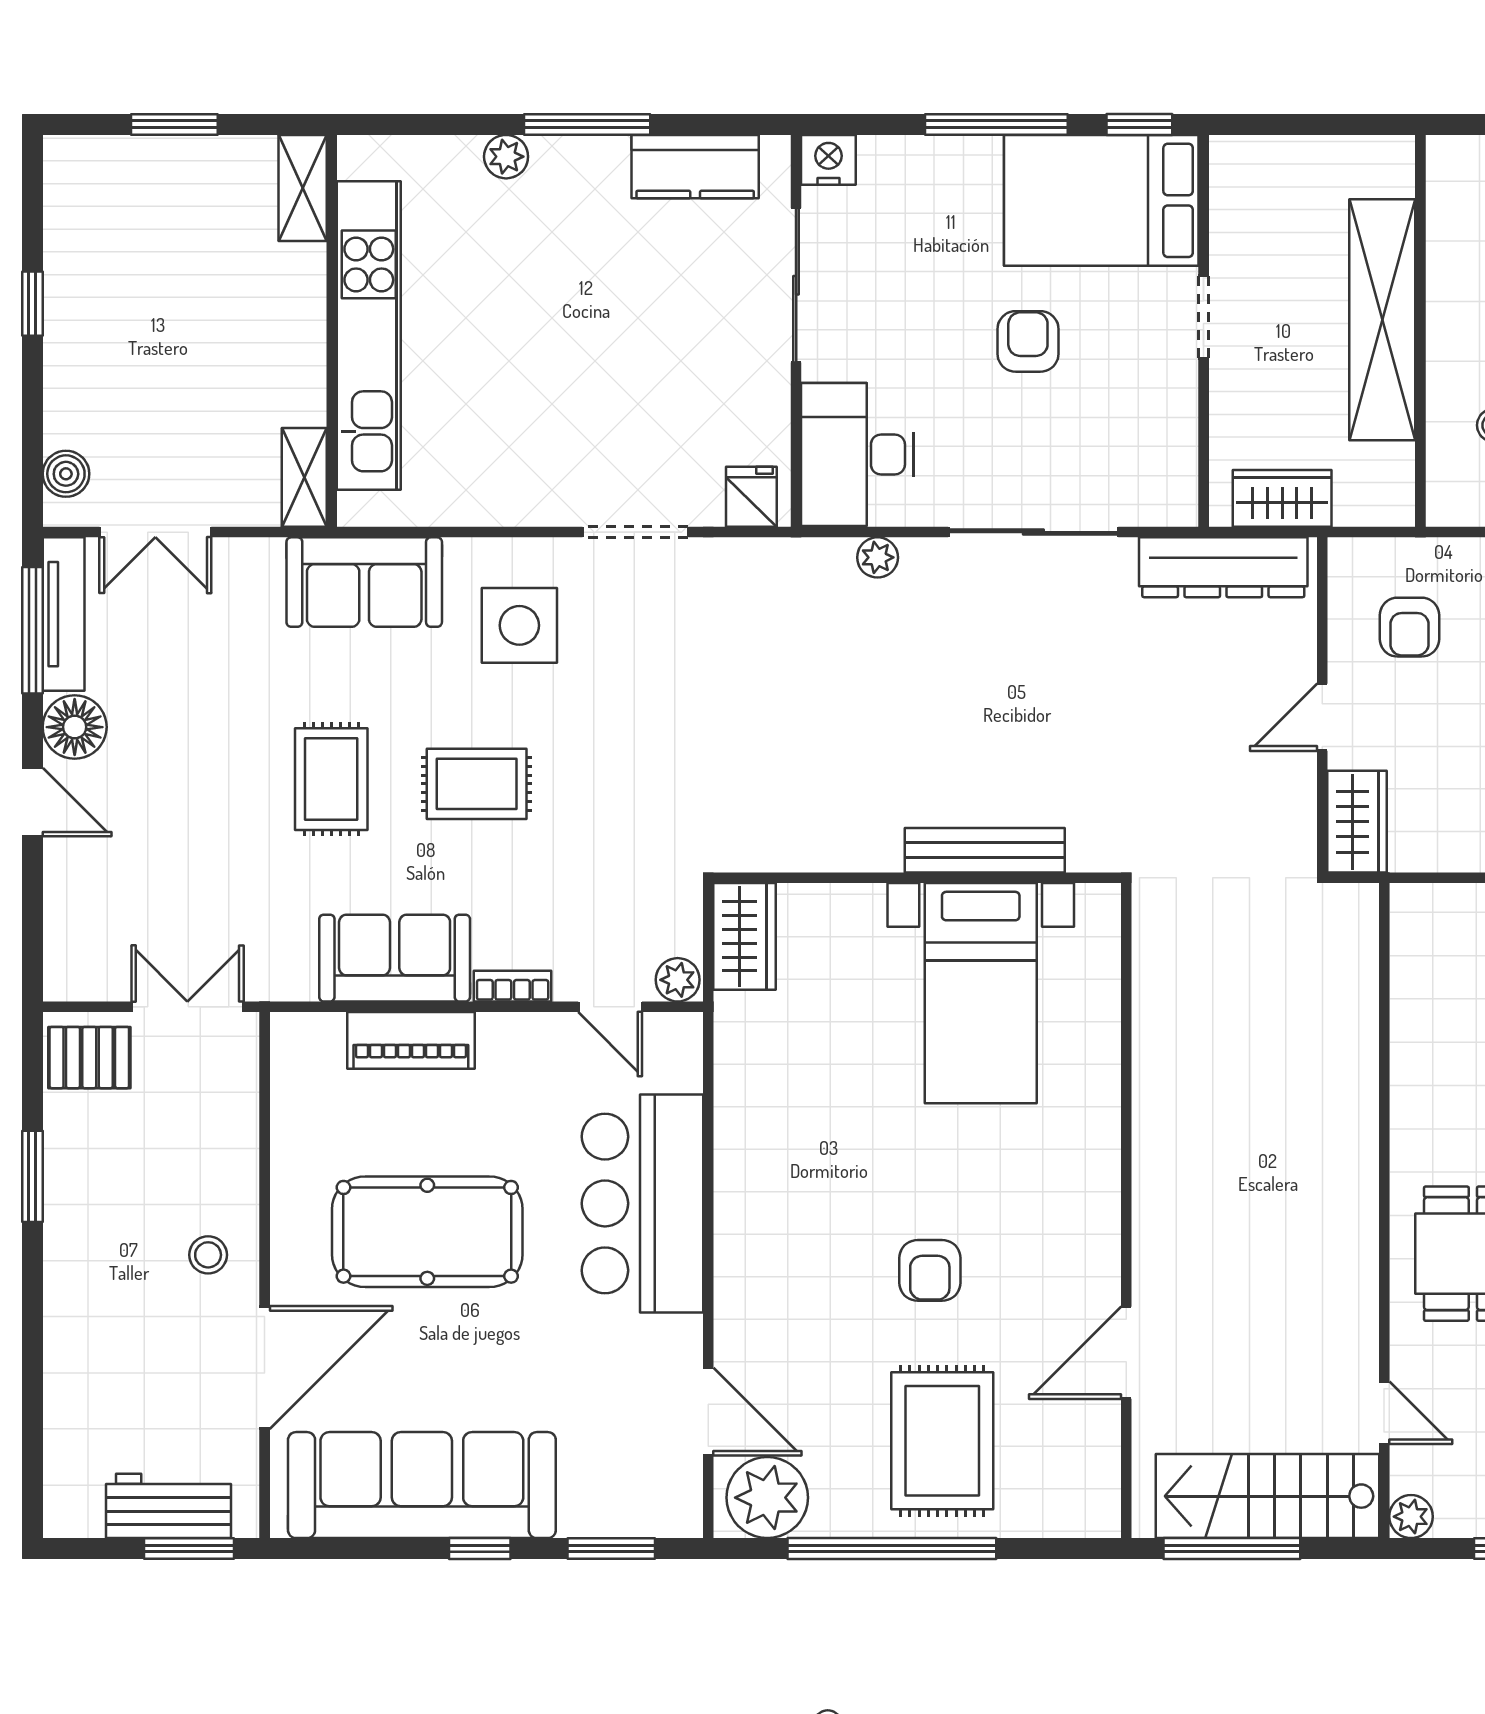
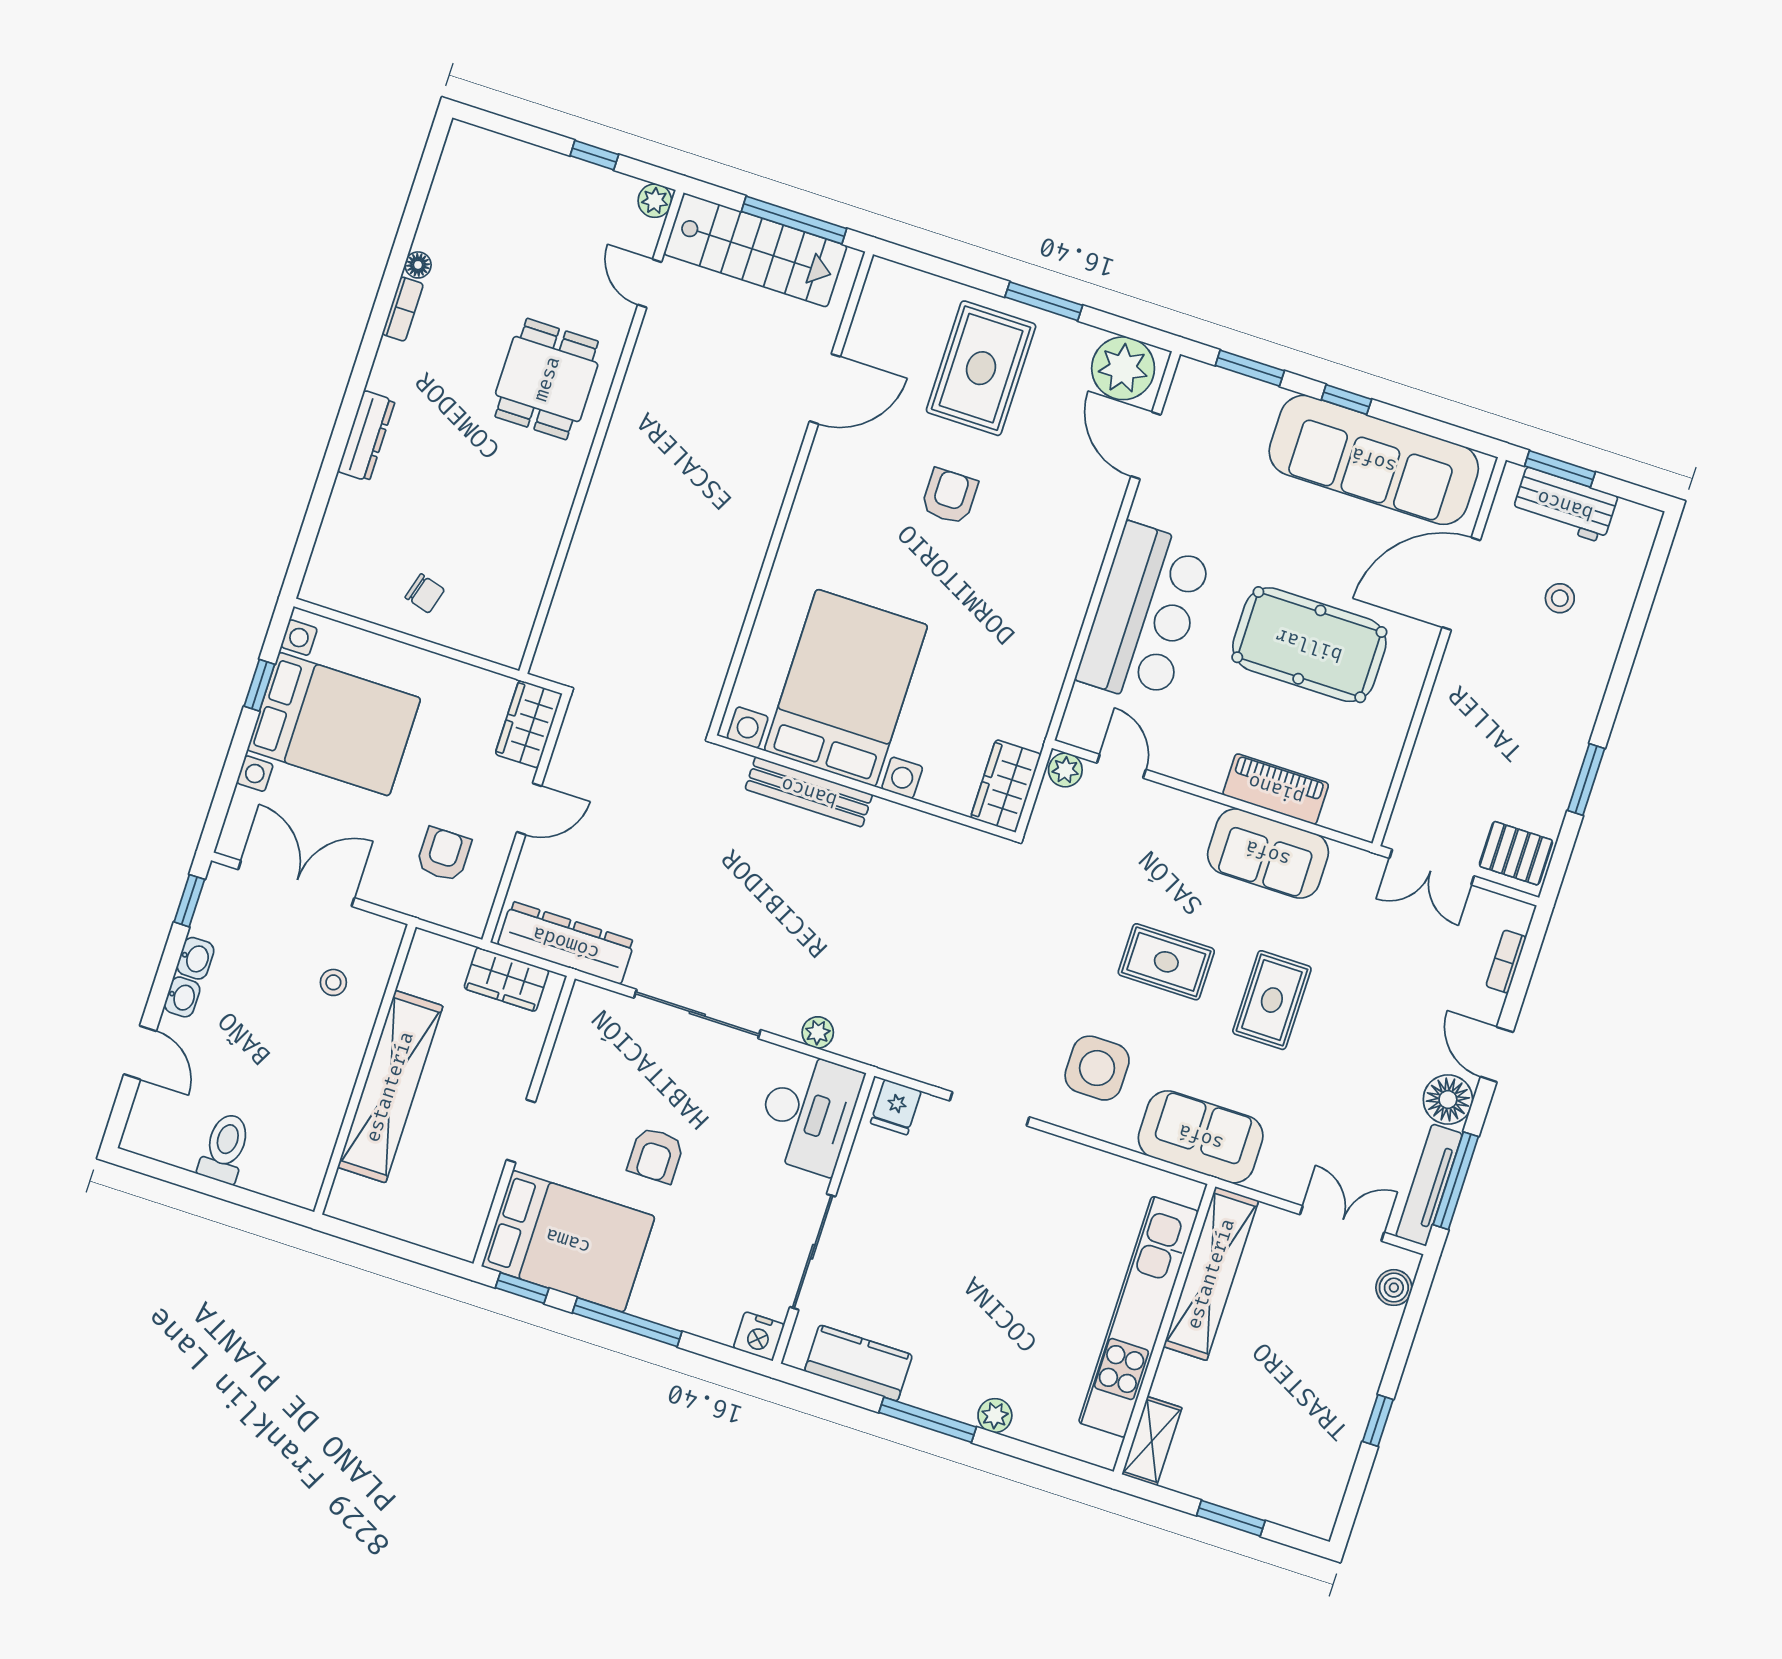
shelving: (304, 477) -> (1211, 1274), width x2.20, depth x1.33
bookcase: (513, 986) -> (1506, 962), moved, turned 90
bed with nightstands: (981, 993) -> (846, 688), width x1.36
stool: (208, 1255) -> (1560, 598), moved
window: (892, 1548) -> (1044, 301), width x0.47

